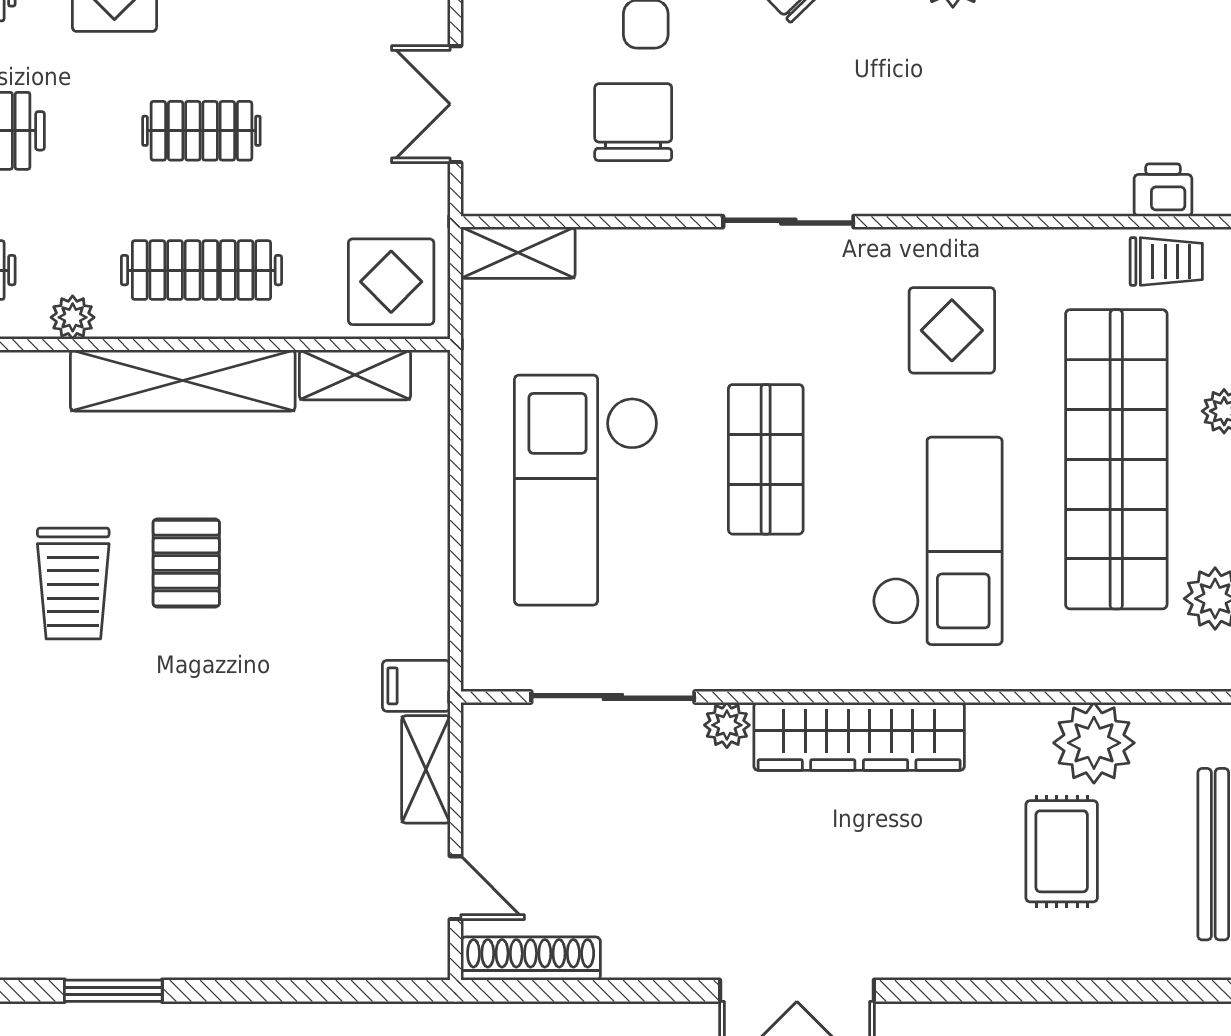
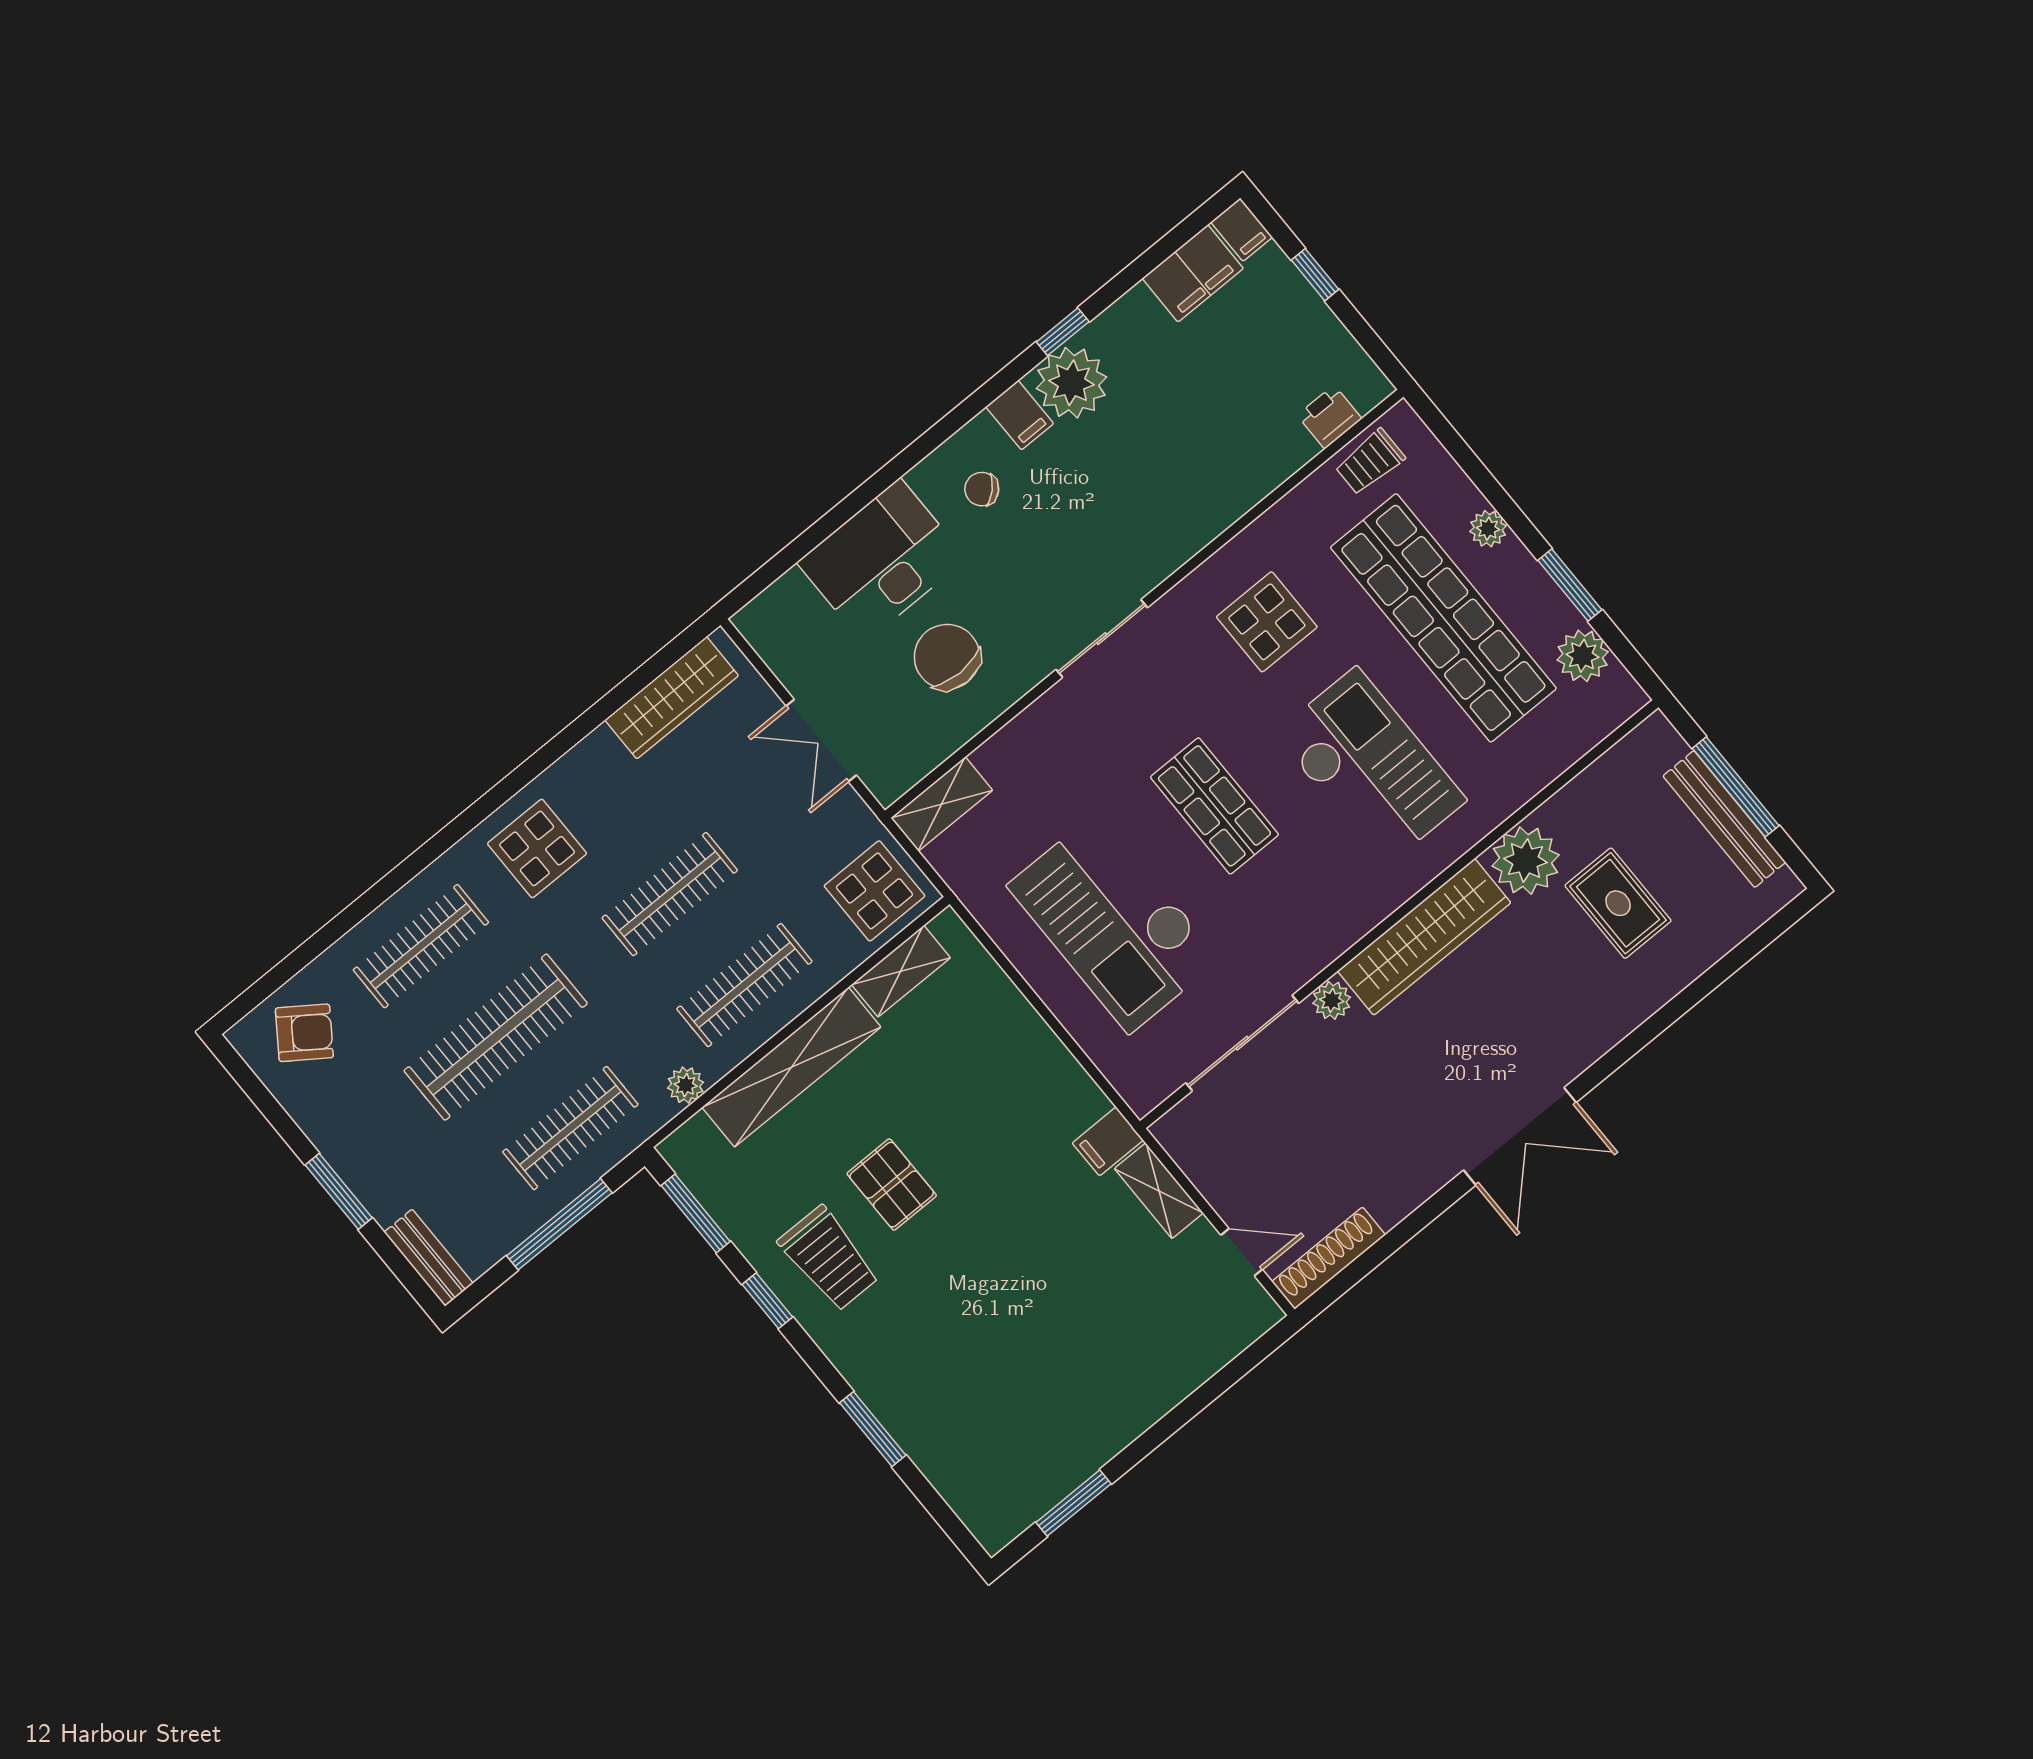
clothes rail: (201, 131) -> (670, 894), width x1.36
trolley: (1166, 261) -> (1370, 462), turned 180
plant: (1094, 743) -> (1526, 861), moved

